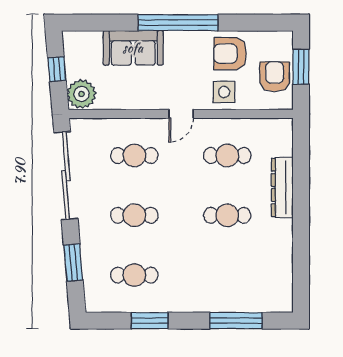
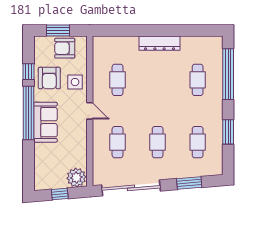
window: (240, 23) -> (29, 72), added
sofa: (133, 48) -> (45, 122), moved
dresser: (282, 187) -> (160, 43), moved
cafe table: (227, 215) -> (198, 80), moved
window: (236, 321) -> (228, 74), width x1.46

